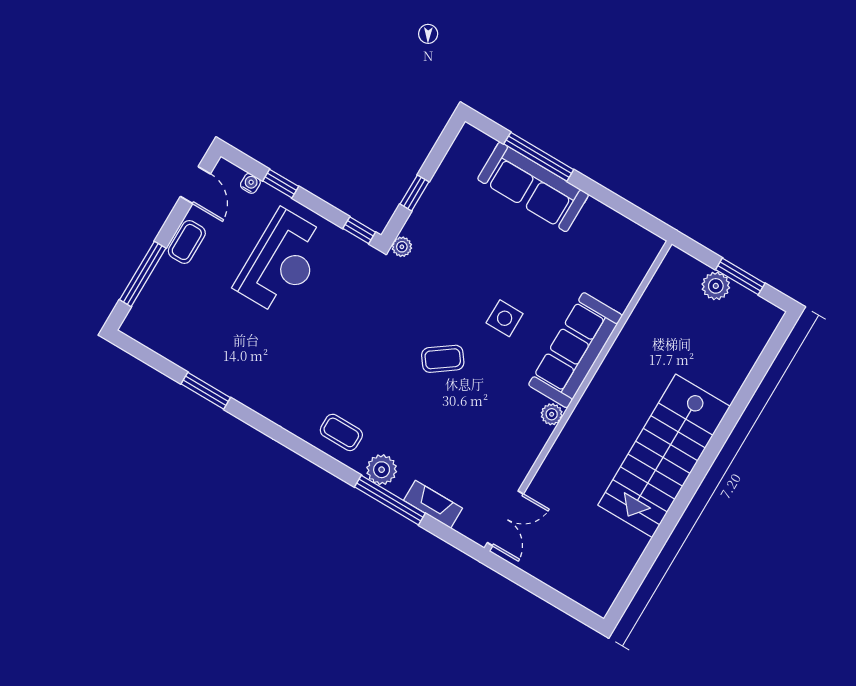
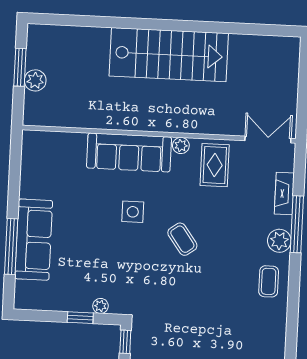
plant: (402, 247) -> (100, 306), moved
rug: (508, 441) -> (215, 165), added

